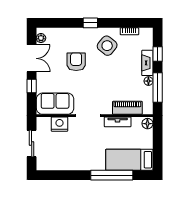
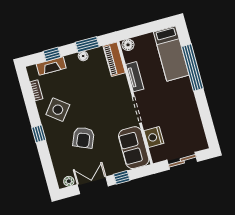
armchair: (76, 62) -> (84, 138), turned -67
fireplace: (147, 63) -> (51, 66), moved
window: (158, 88) -> (87, 45), width x0.69
piano: (127, 108) -> (114, 59), moved

